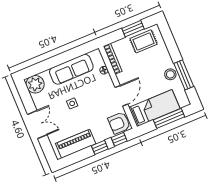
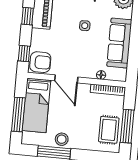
window: (133, 29) -> (127, 126), width x1.44
armchair: (119, 123) -> (40, 62), turned 90
window: (100, 147) -> (27, 16), moved

